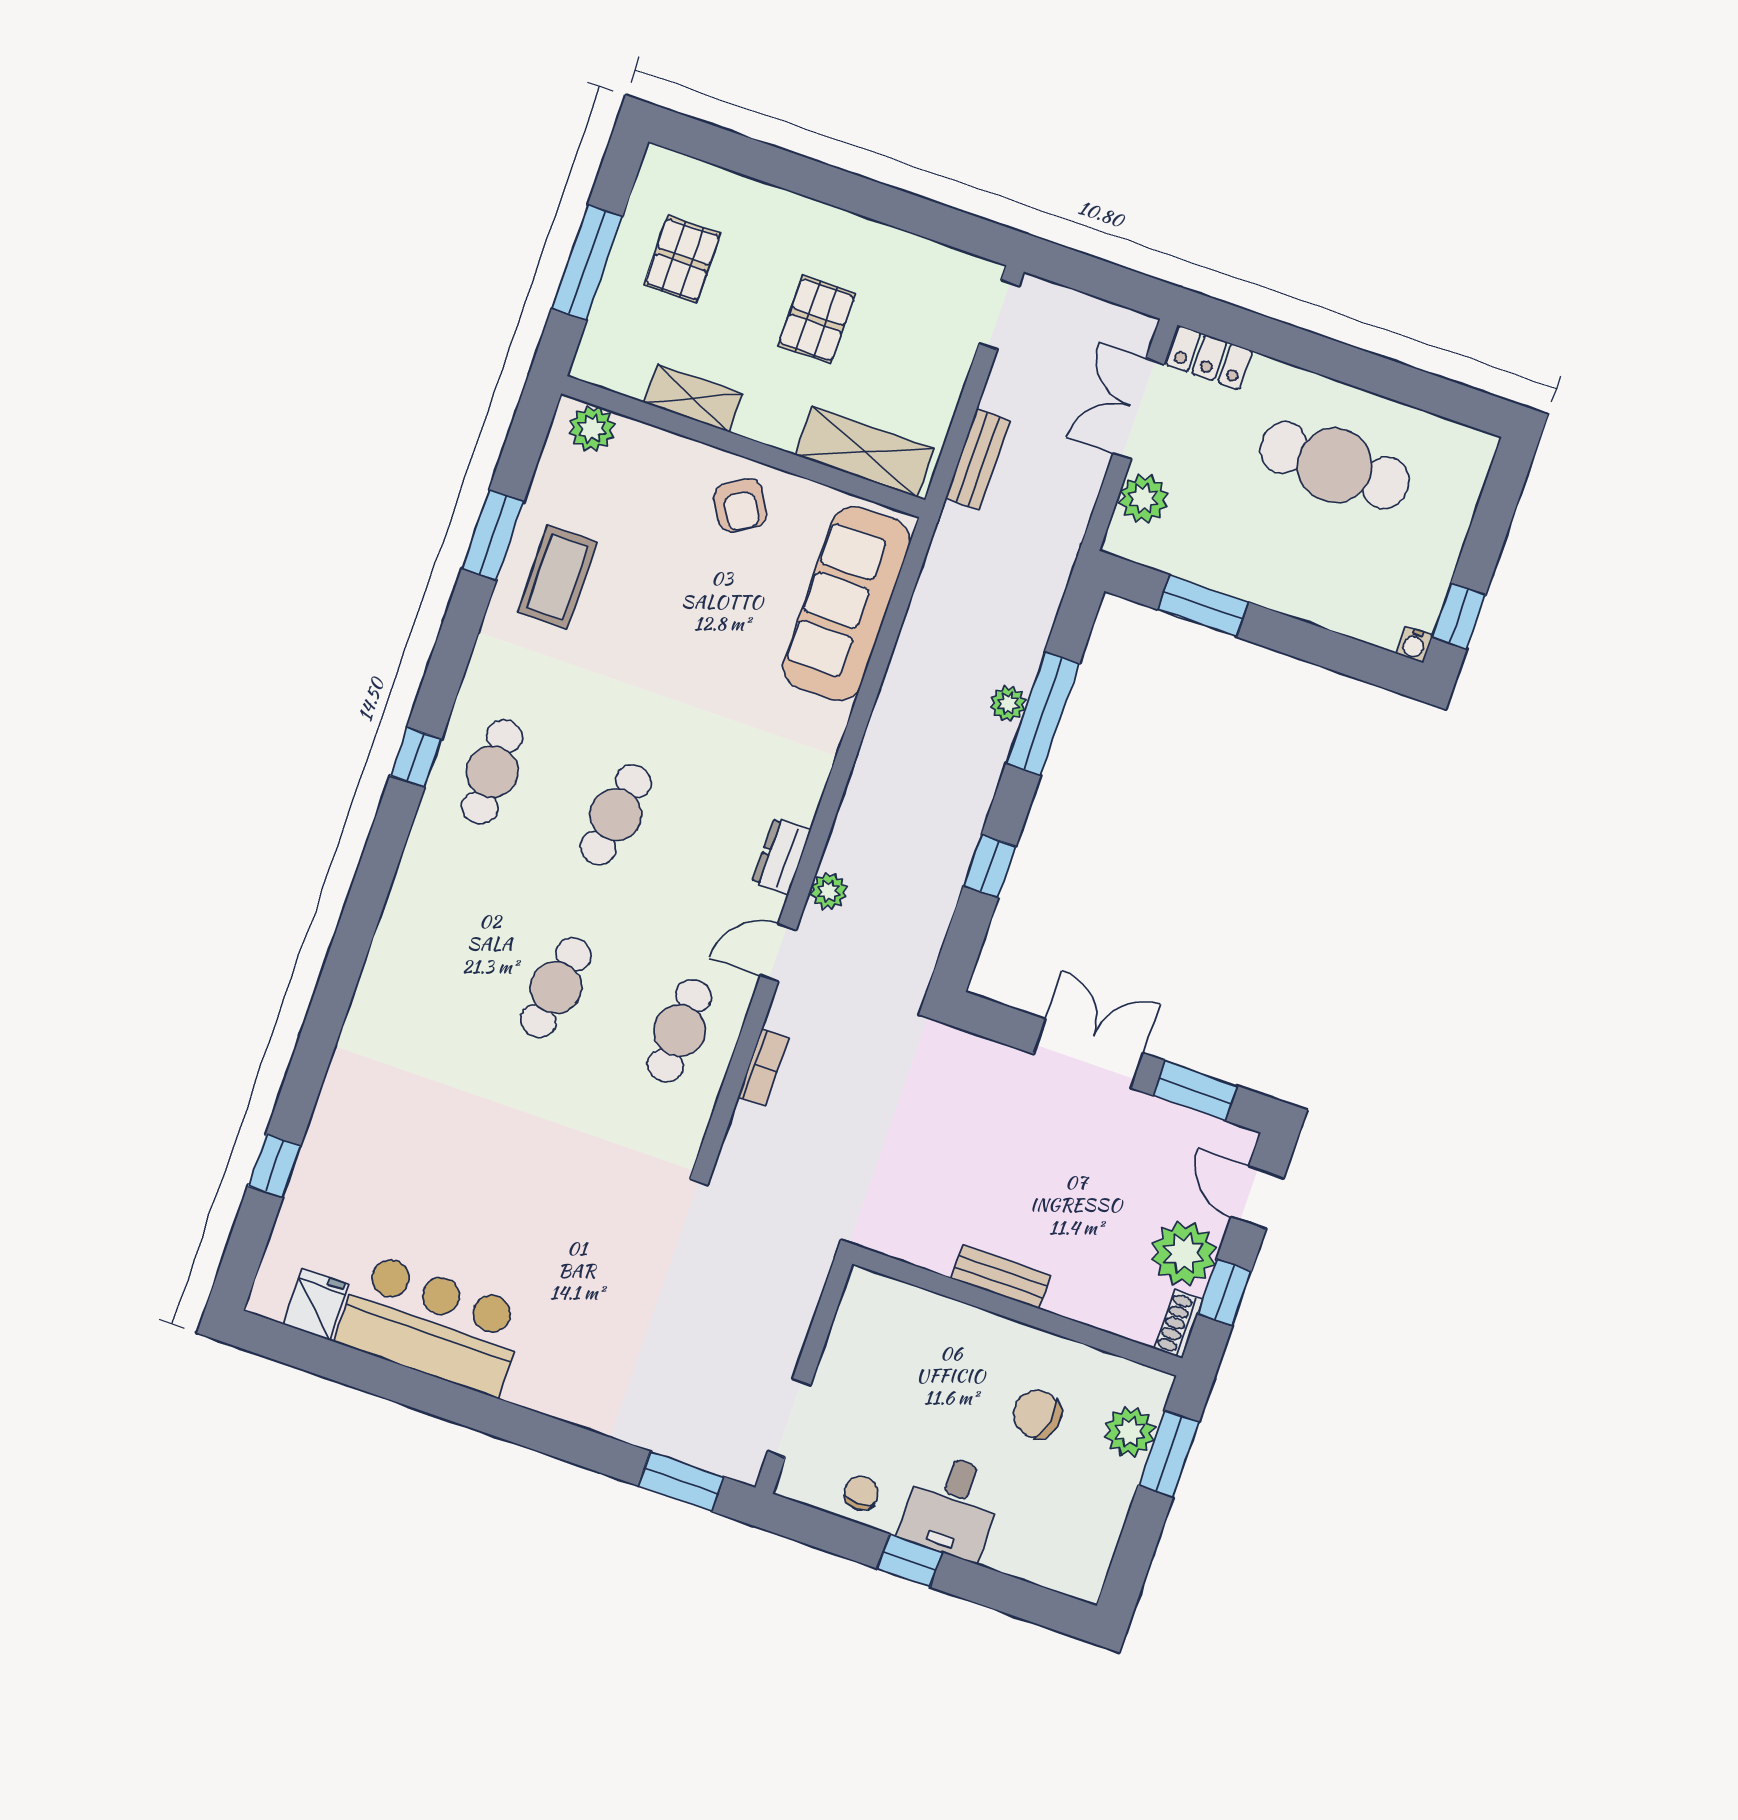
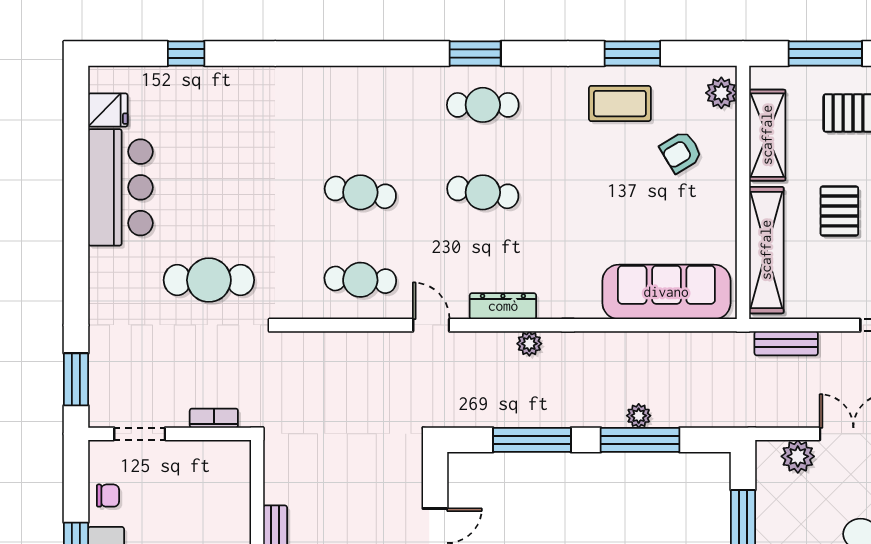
pallet: (817, 320) -> (839, 211), turned 90
shelving: (693, 398) -> (767, 135), width x1.50, depth x1.33
shelving: (865, 452) -> (766, 250), width x1.47
armchair: (740, 505) -> (681, 152), moved
window: (416, 757) -> (475, 54), width x1.50
dresser: (782, 856) -> (503, 306), width x1.44
window: (990, 866) -> (532, 440), width x2.17
plant: (829, 891) -> (529, 344), moved
bookcase: (763, 1067) -> (214, 418), moved, turned 180
cafe table: (606, 1245) -> (209, 280), added

